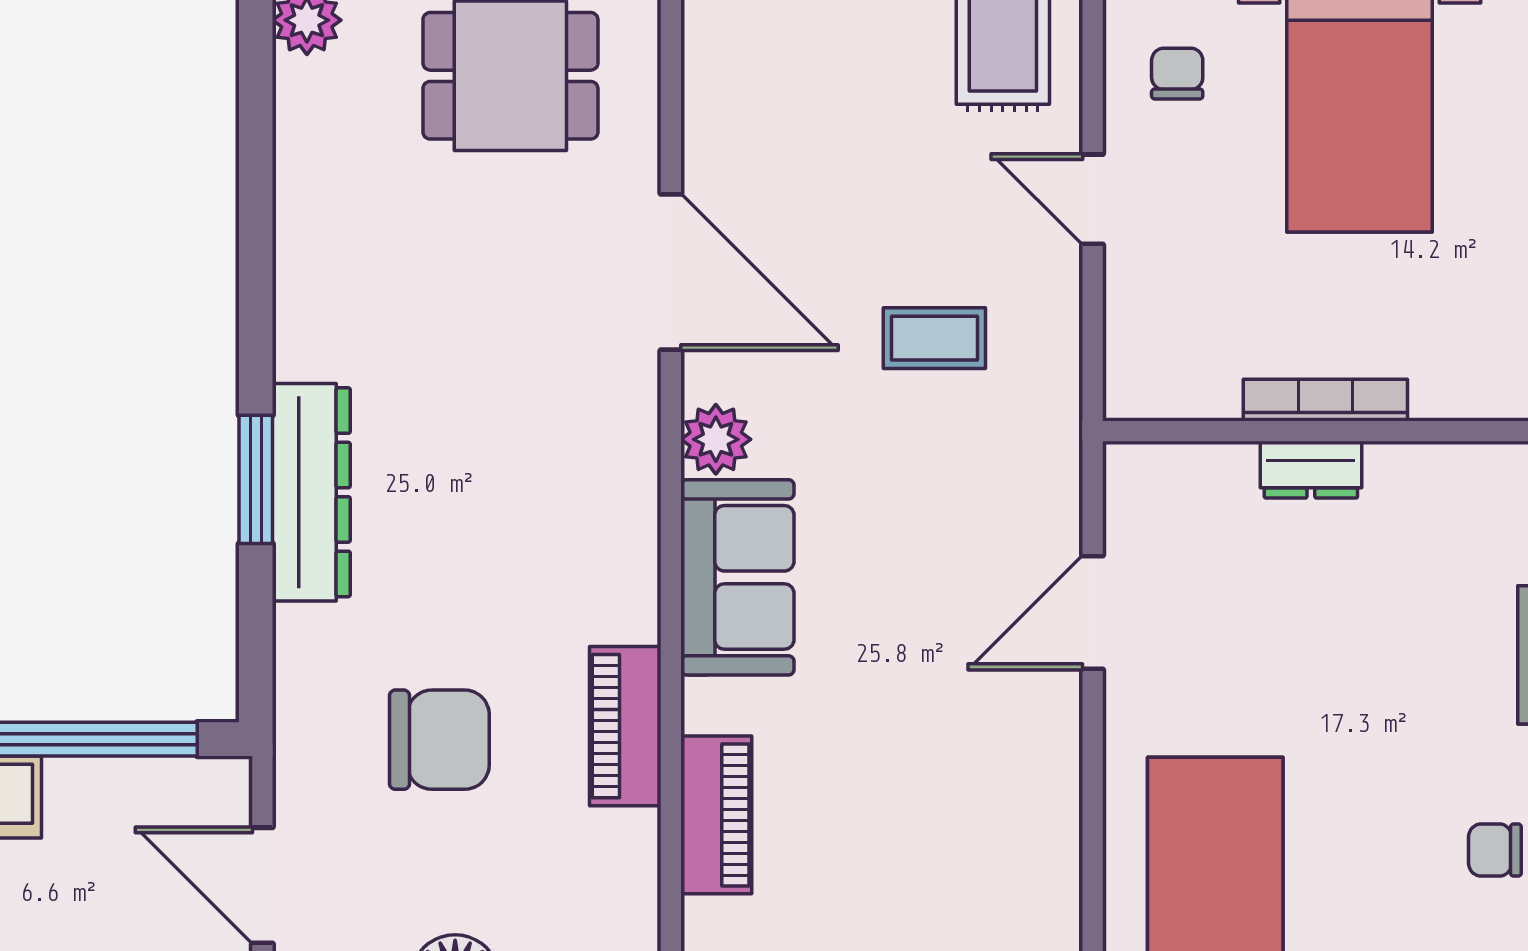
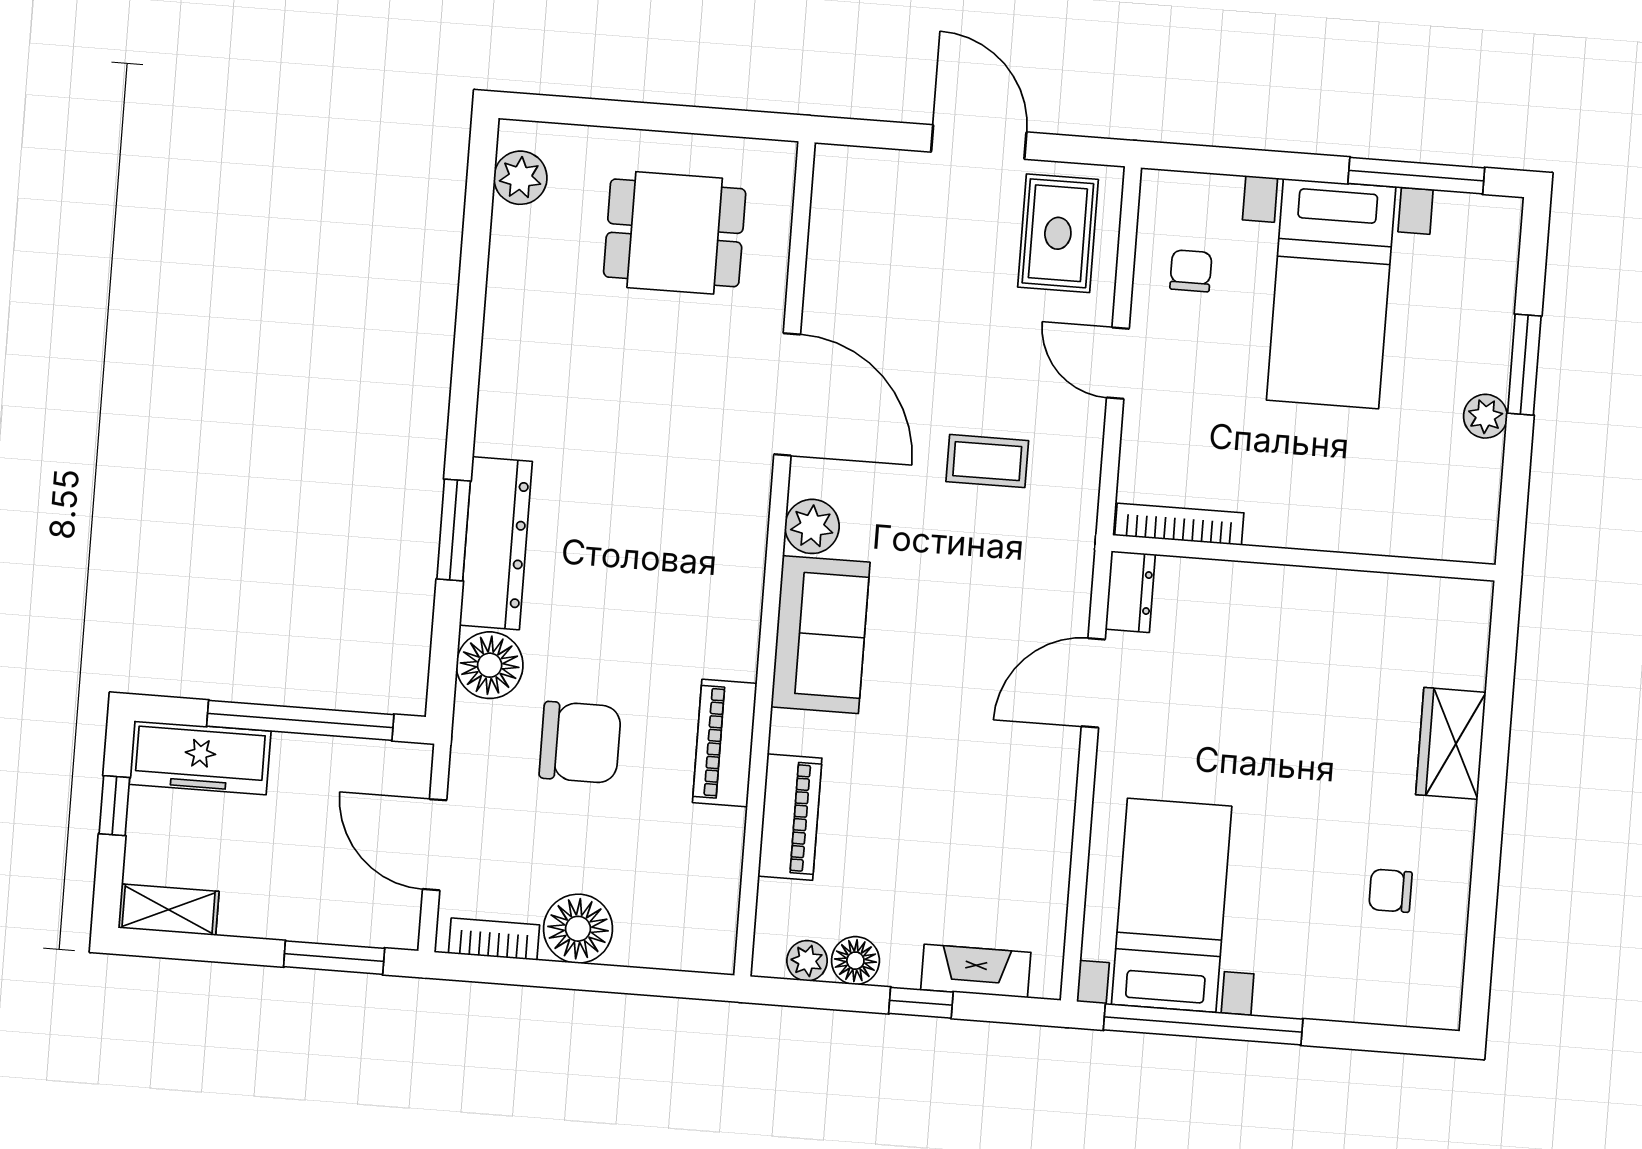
bookcase: (1325, 400) -> (1179, 524), moved
dresser: (1311, 470) -> (1130, 592), moved, turned -90
floor lamp: (315, 649) -> (490, 665), added

